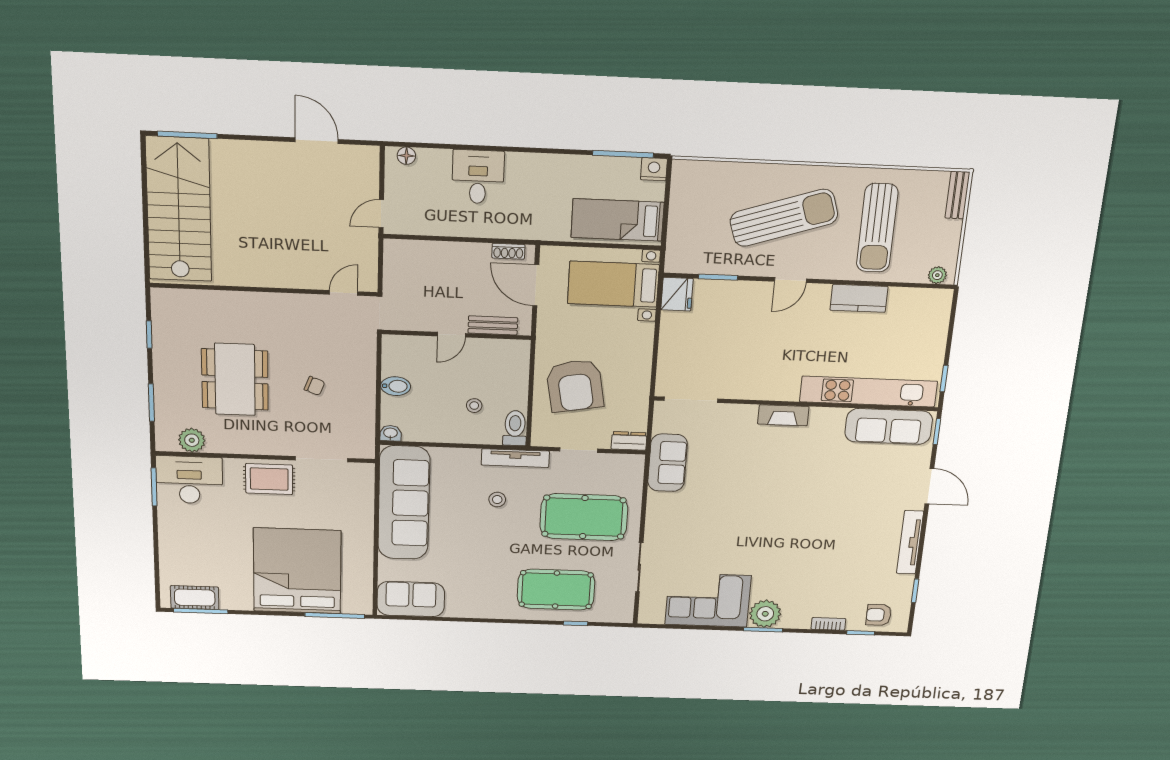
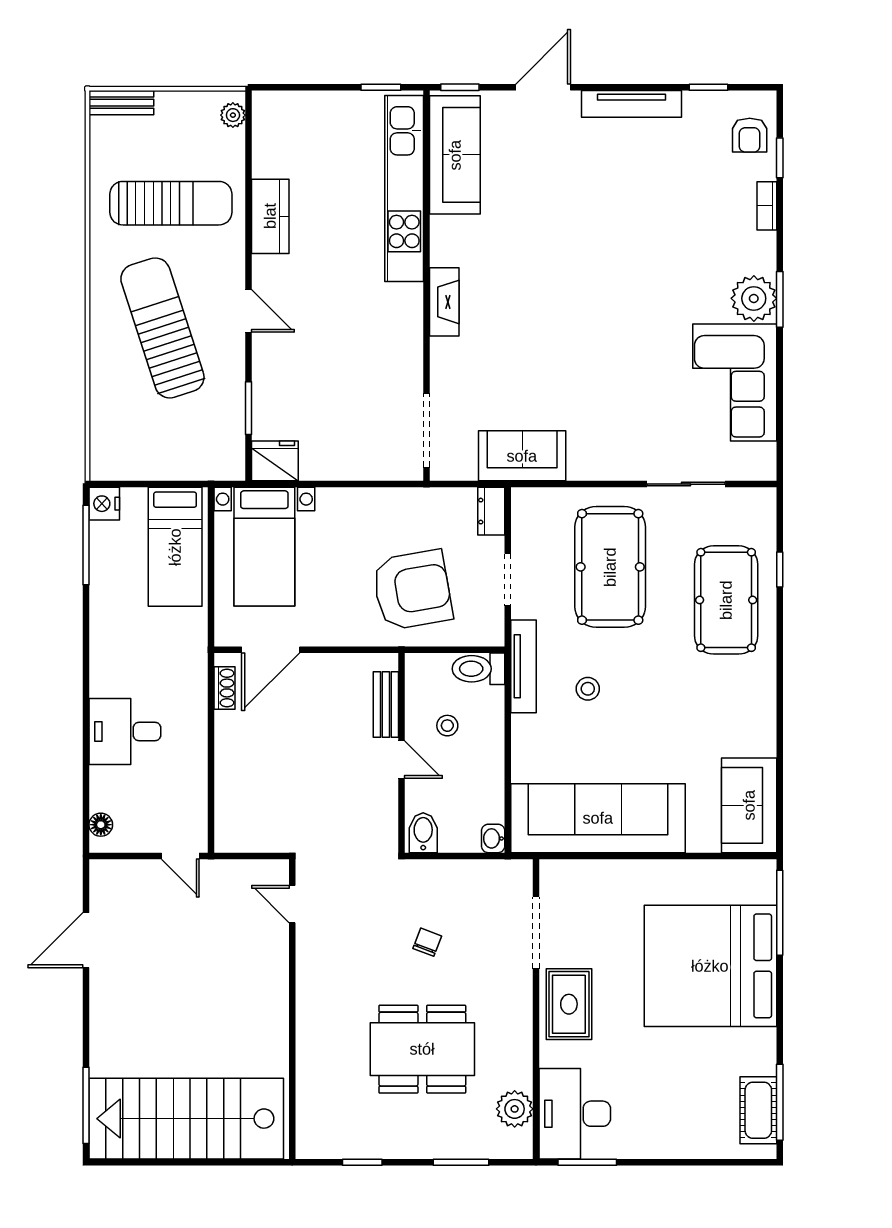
bench: (493, 325) -> (386, 704), moved
door: (451, 335) -> (402, 760), moved
wall: (456, 335) -> (402, 753), moved

